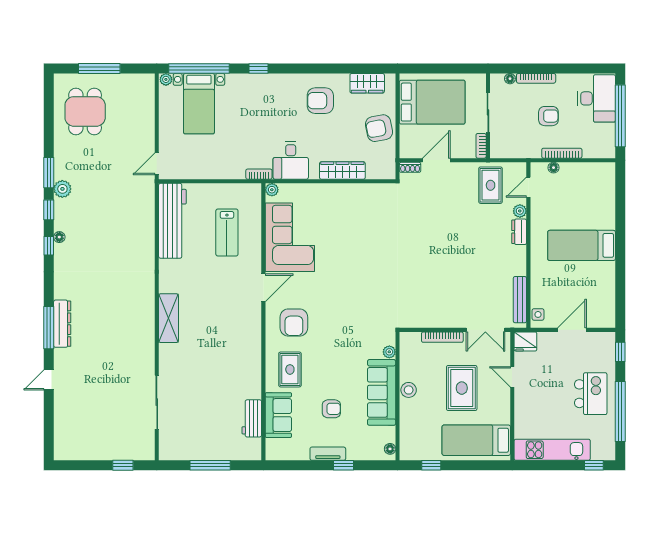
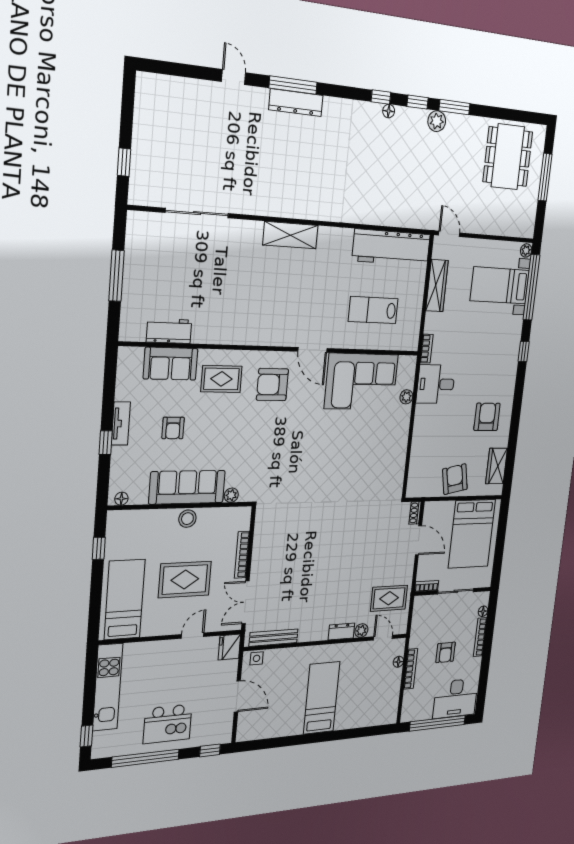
dining table: (85, 111) -> (508, 157), width x1.37
wardrobe: (342, 171) -> (437, 286), moved
plant: (272, 190) -> (406, 397), moved

